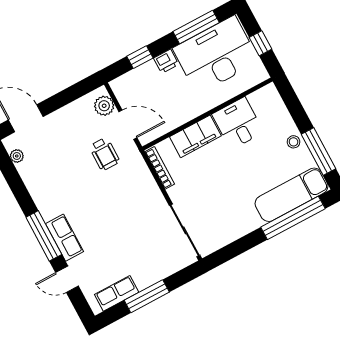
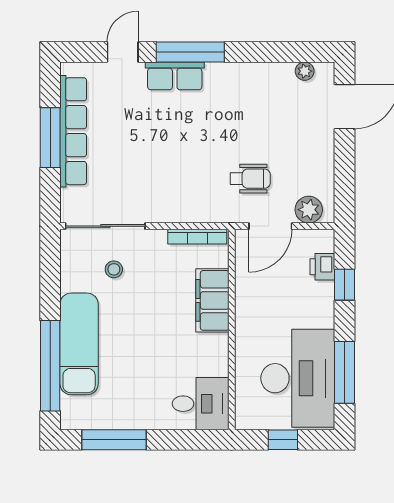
printer: (166, 61) -> (322, 267), moved
desk: (238, 123) -> (201, 404), moved
stool: (294, 142) -> (114, 269), moved
wheelchair: (104, 154) -> (250, 179), turned 180
exam couch: (292, 195) -> (79, 344), moved
row of seats: (117, 293) -> (73, 131), width x2.02

